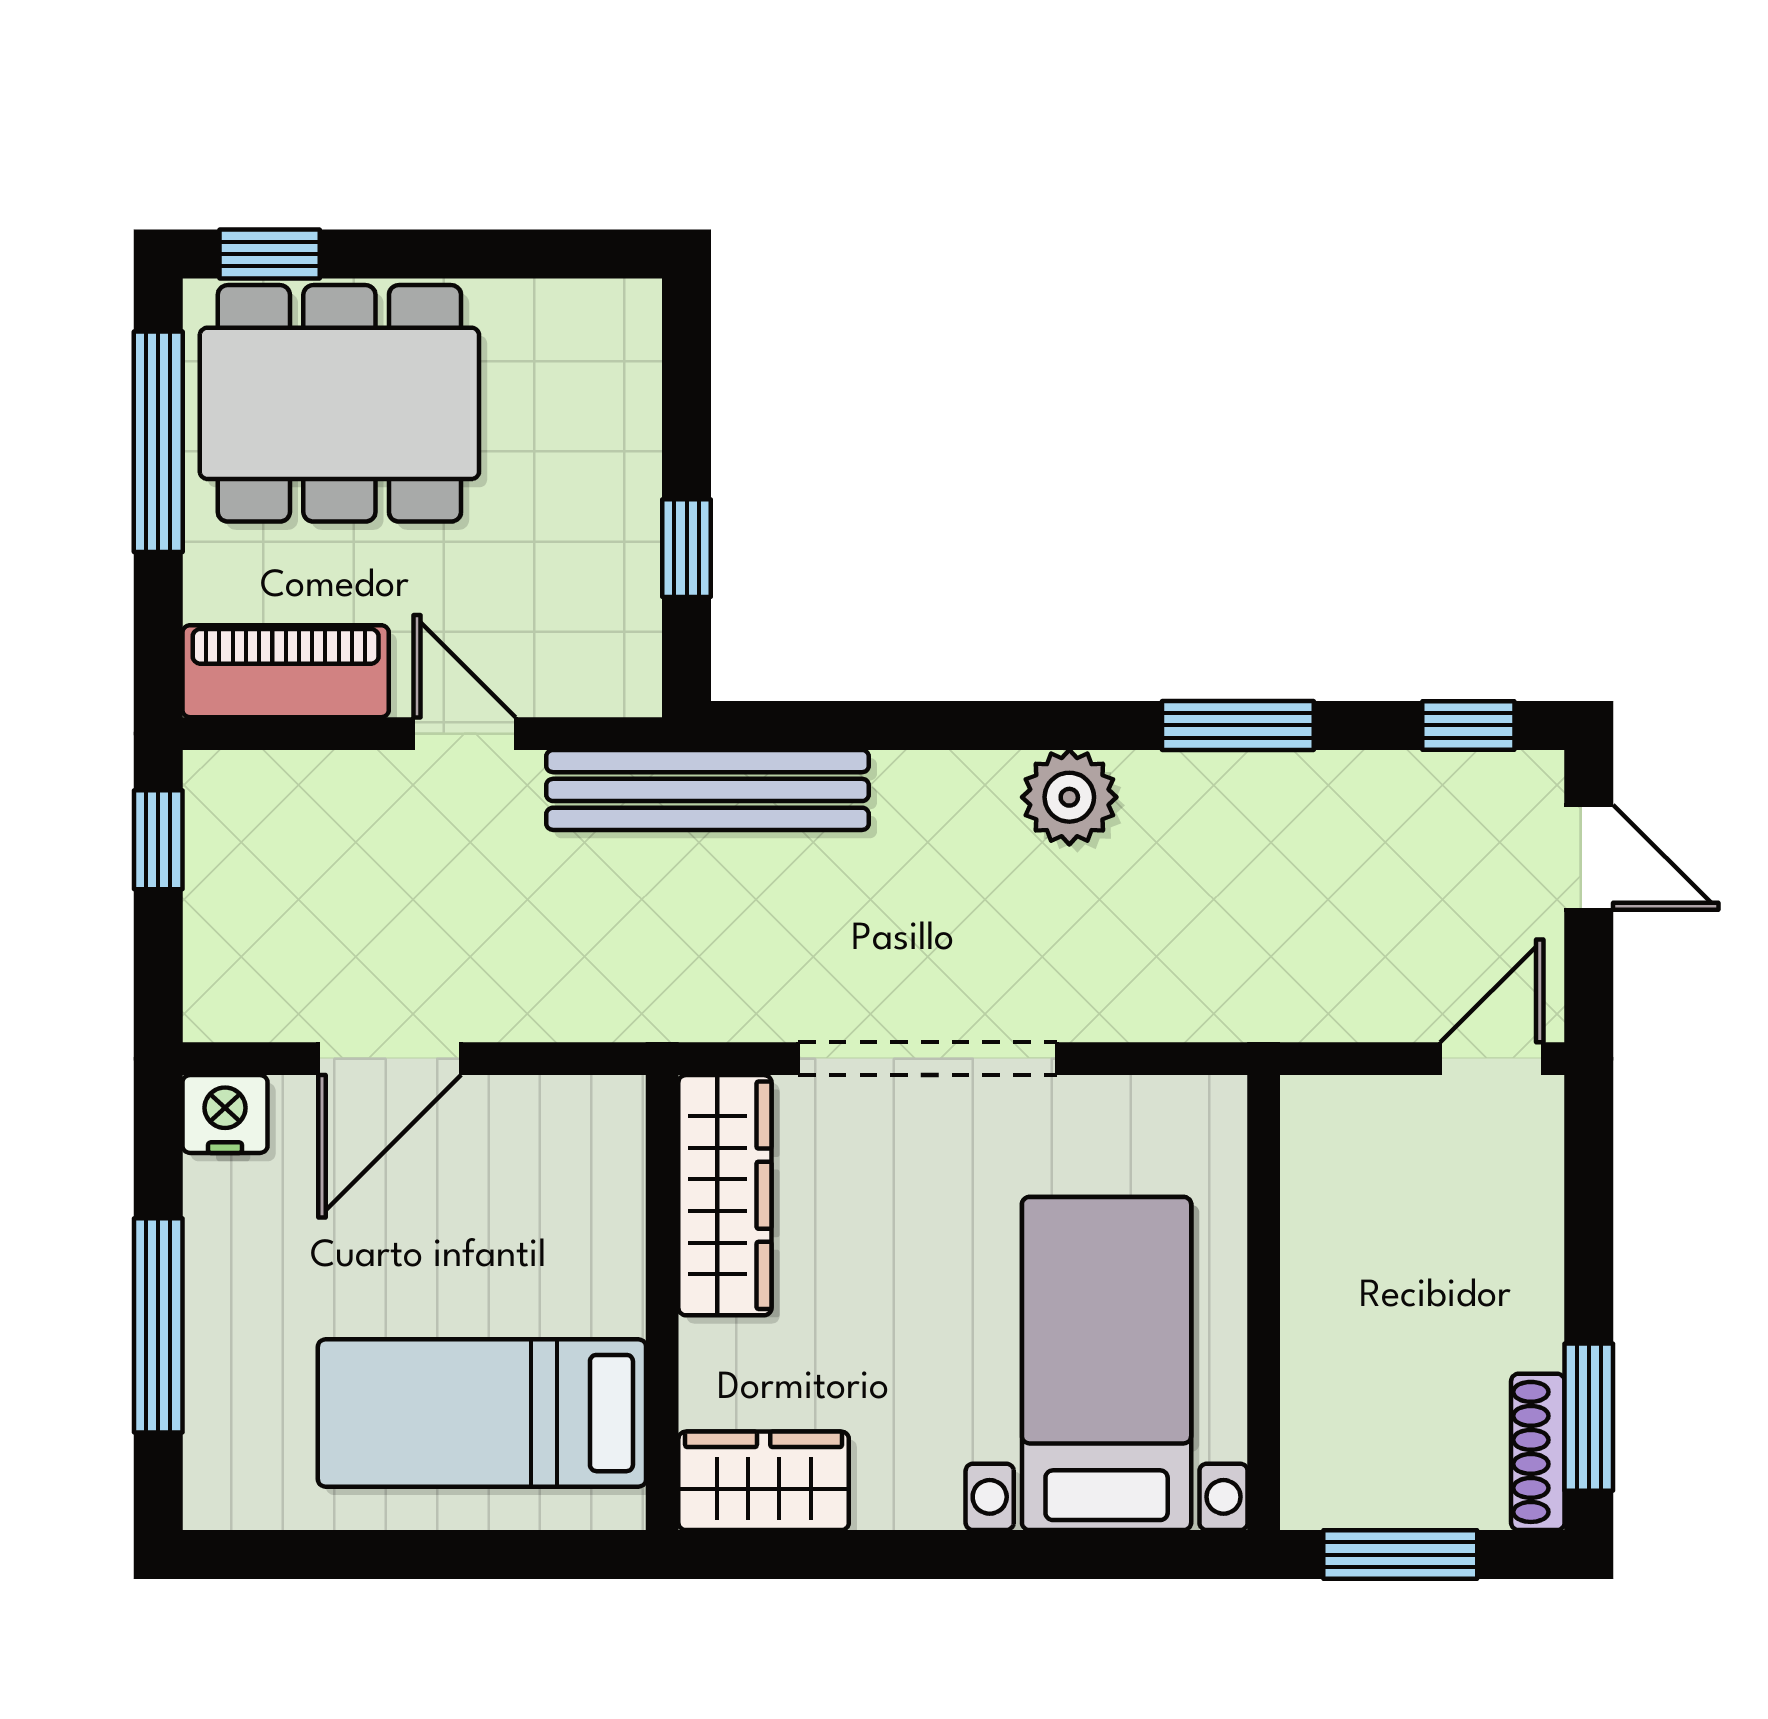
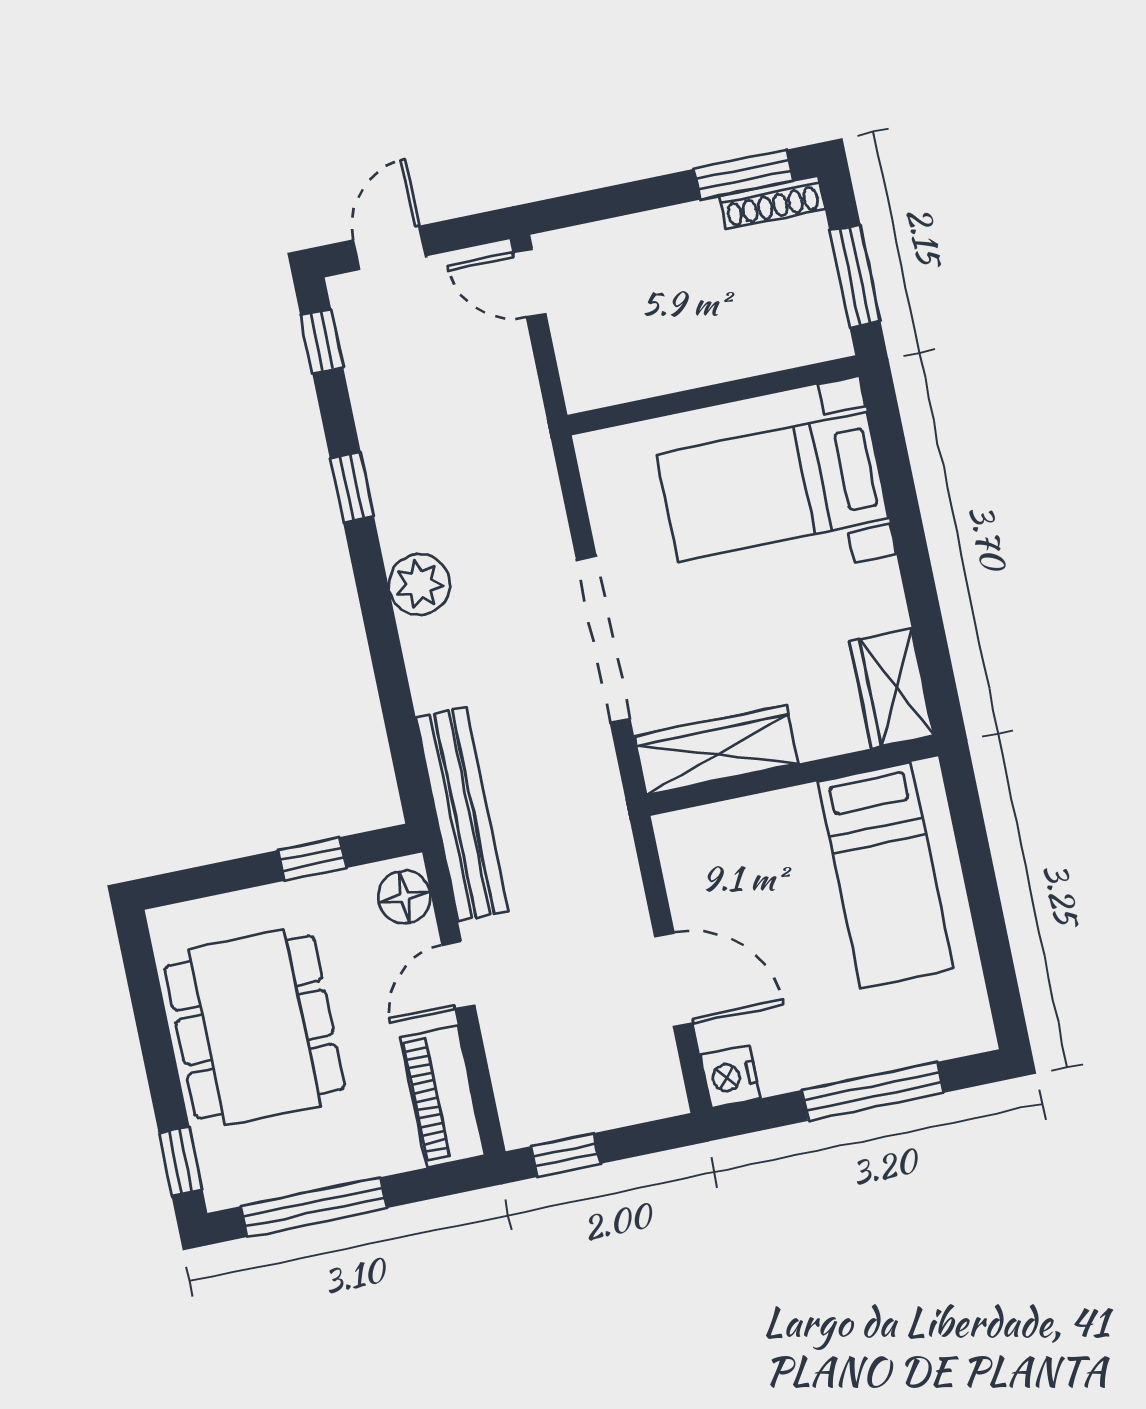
dining table: (339, 403) -> (255, 1027), moved
floor lamp: (600, 676) -> (404, 897), added
window: (1238, 725) -> (352, 487), width x0.67

